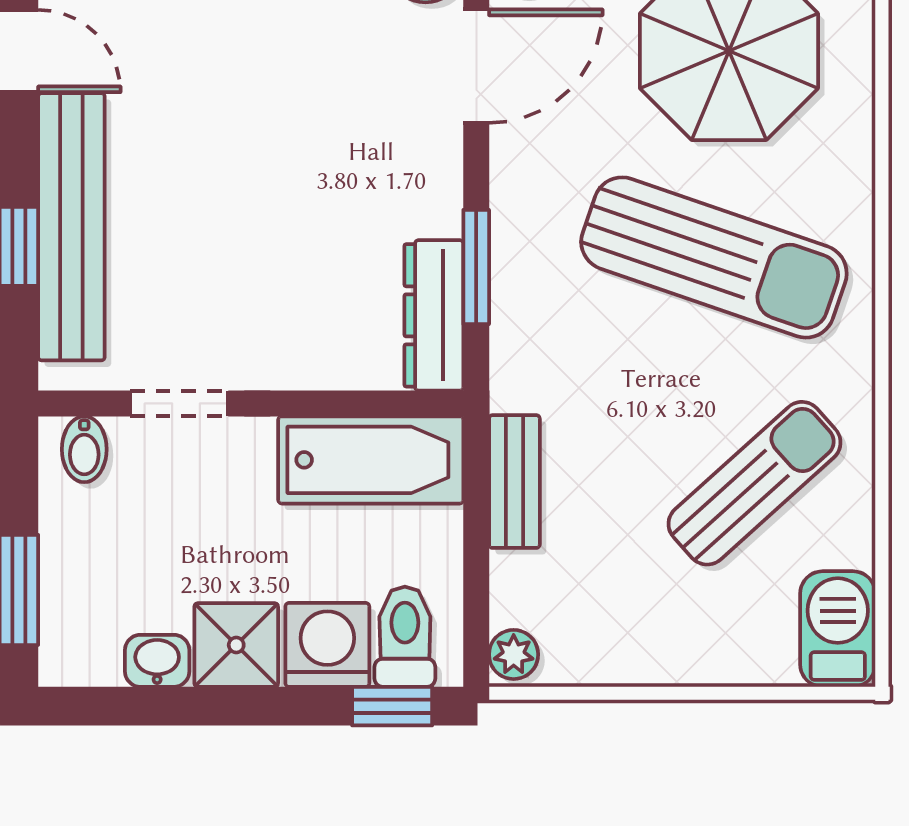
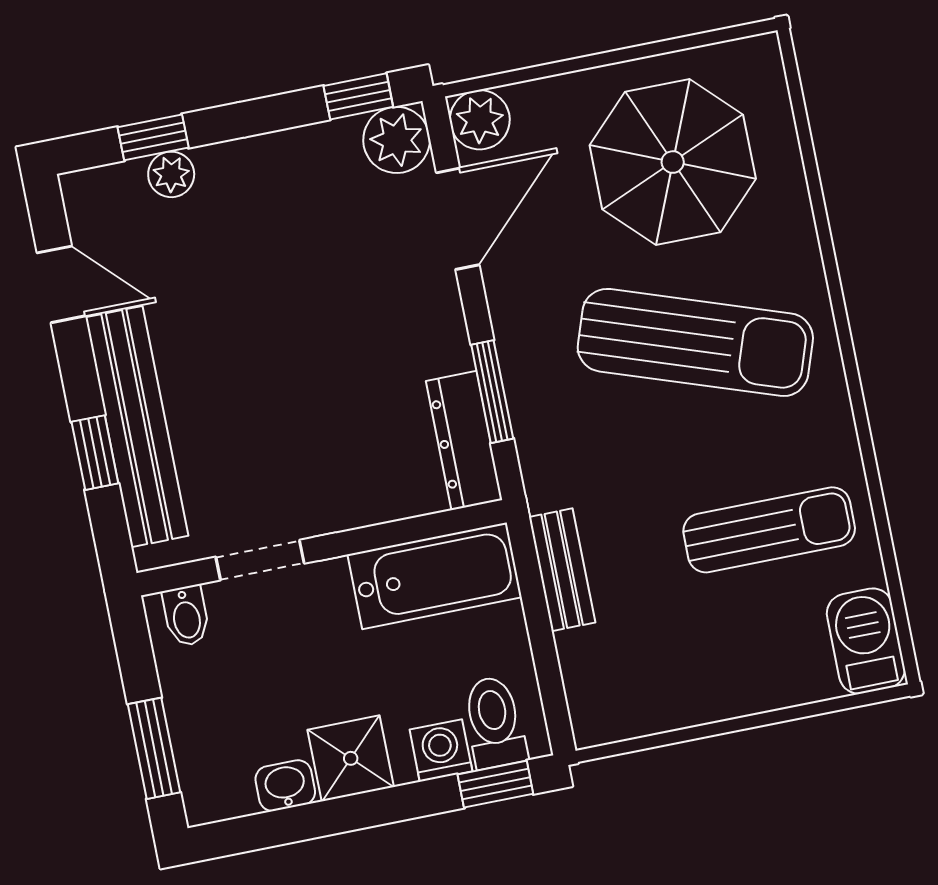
sun lounger: (755, 483) -> (769, 530), turned 42
washing machine: (327, 645) -> (441, 750), width x0.73, depth x0.73
plant: (514, 654) -> (591, 719), removed

